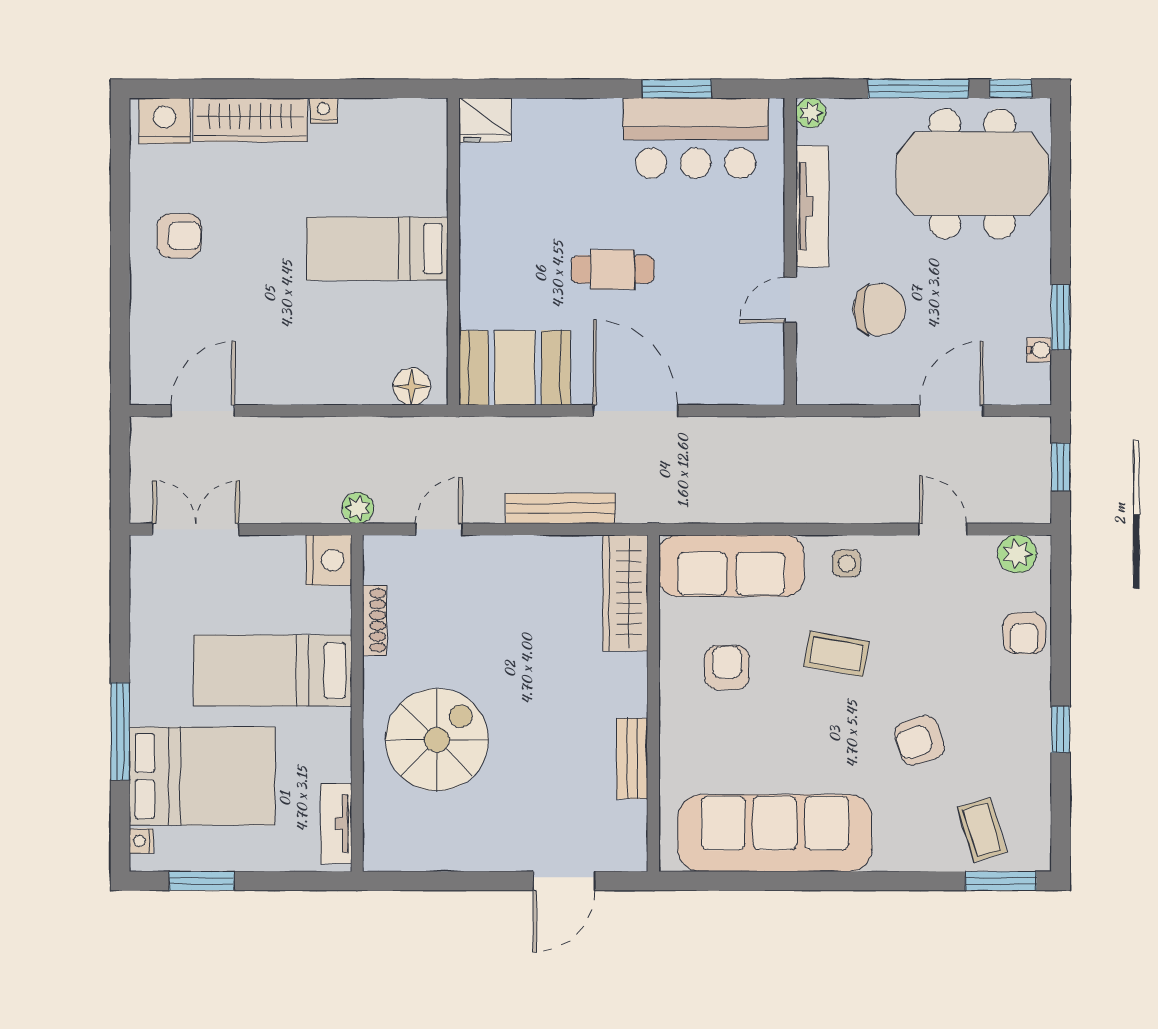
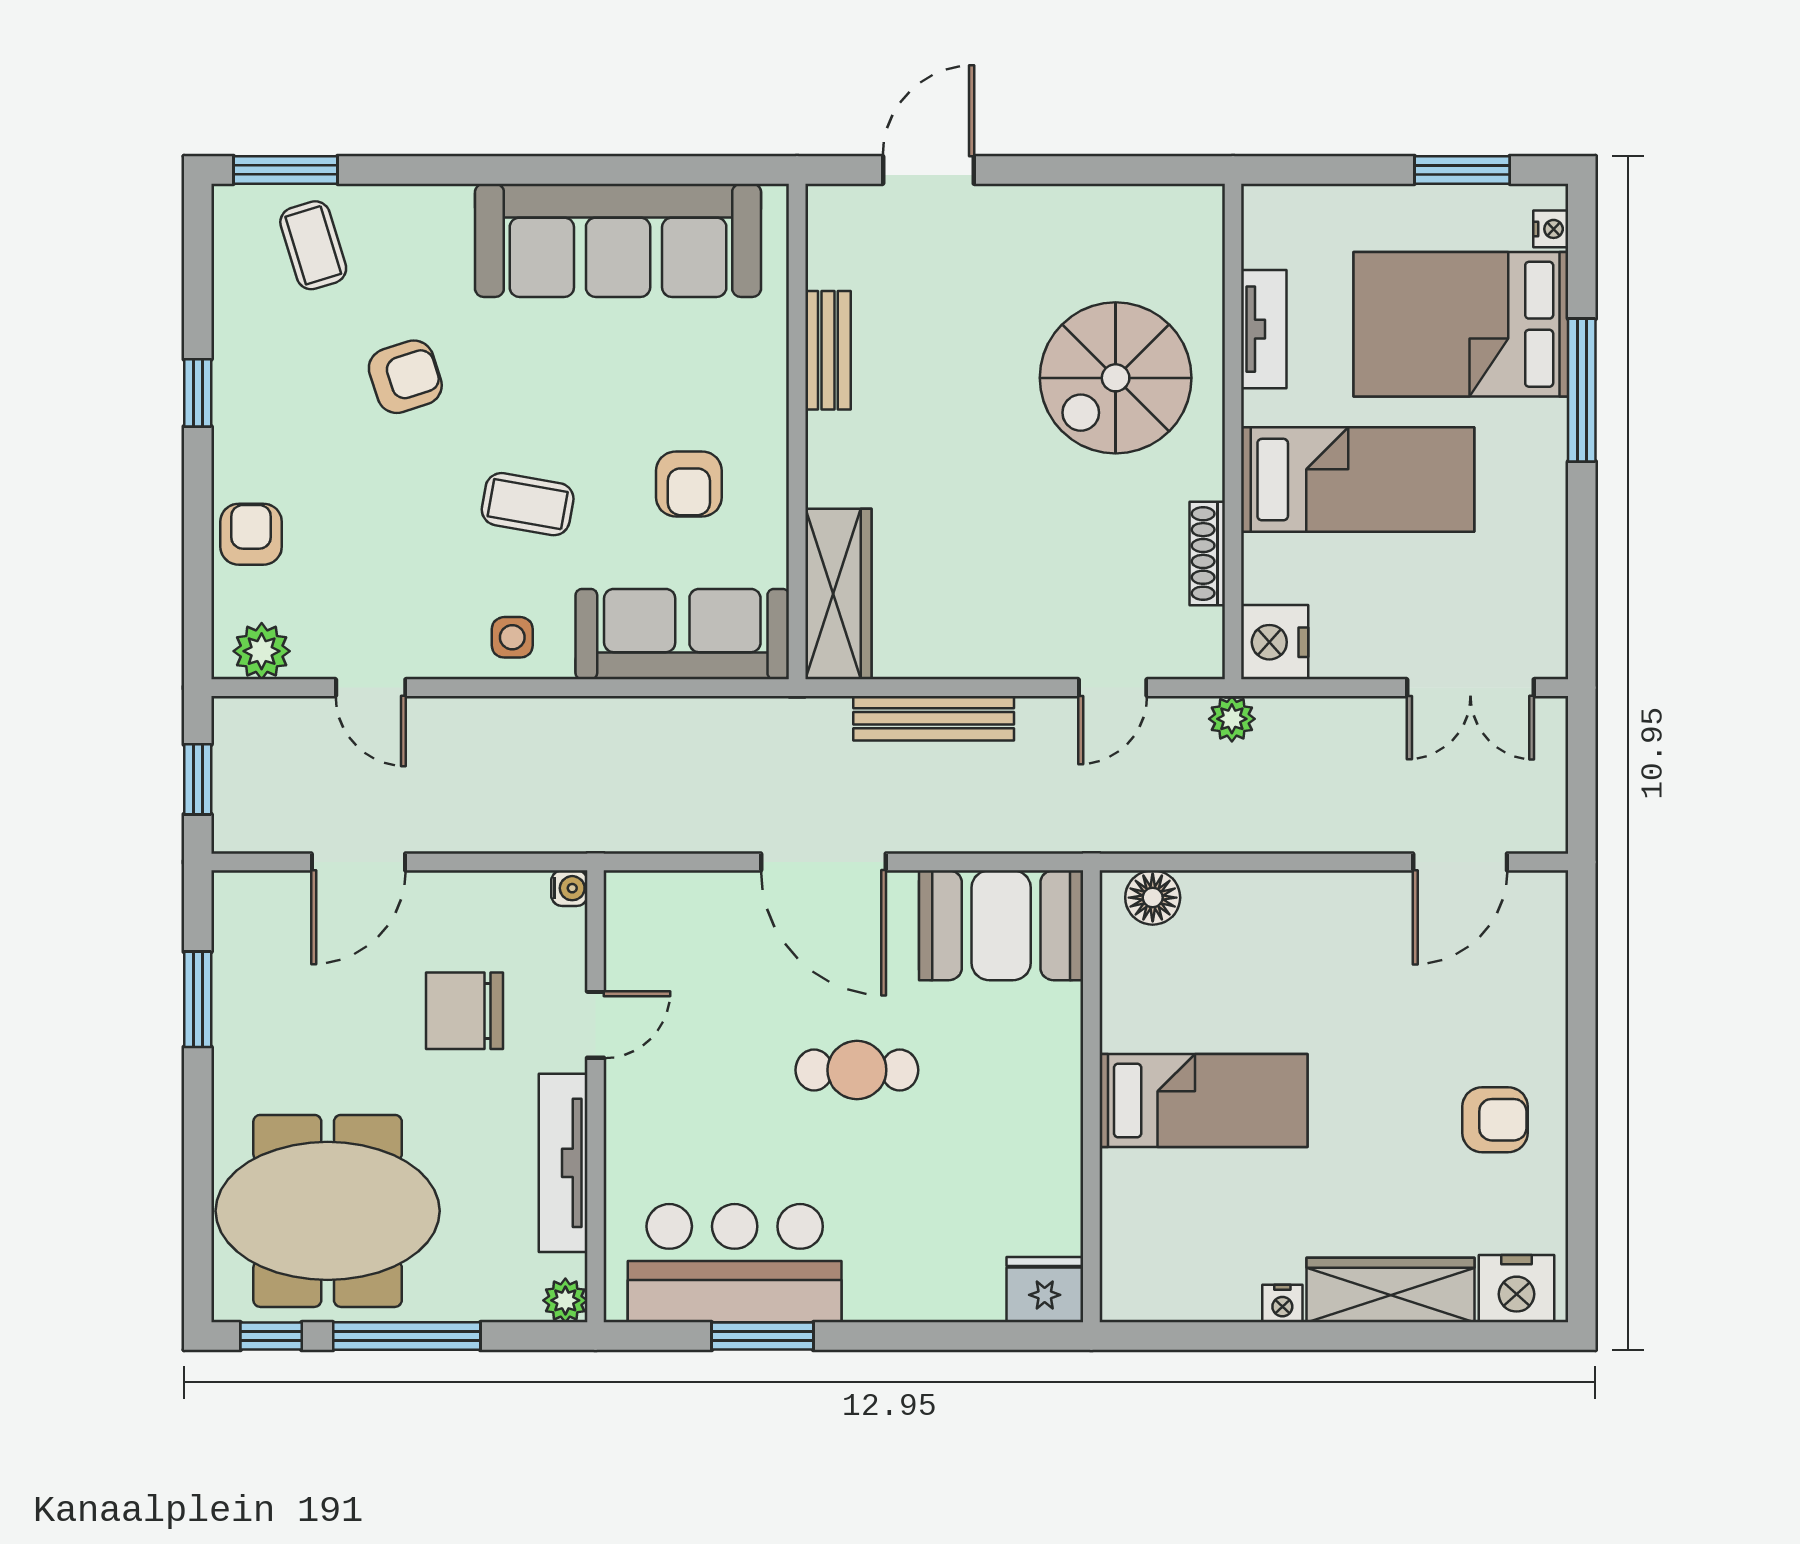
armchair: (179, 236) -> (1495, 1120), turned 180
water cooler: (1039, 350) -> (569, 888), moved, turned 180
tv unit: (336, 823) -> (1264, 329), moved

